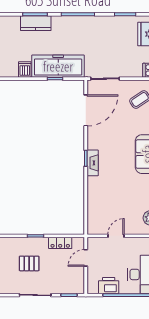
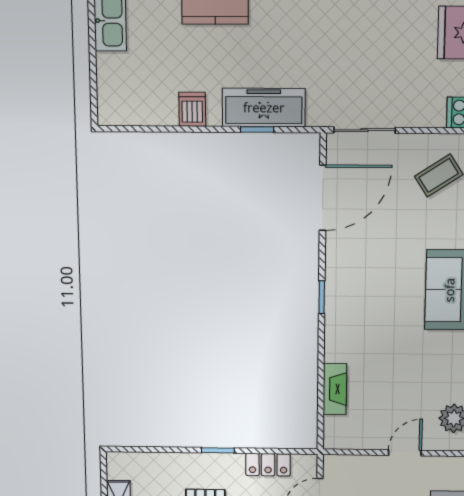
freezer: (58, 66) -> (264, 108), width x0.73, depth x0.79
fireplace: (93, 163) -> (335, 389), moved
door: (116, 236) -> (405, 453), moved

